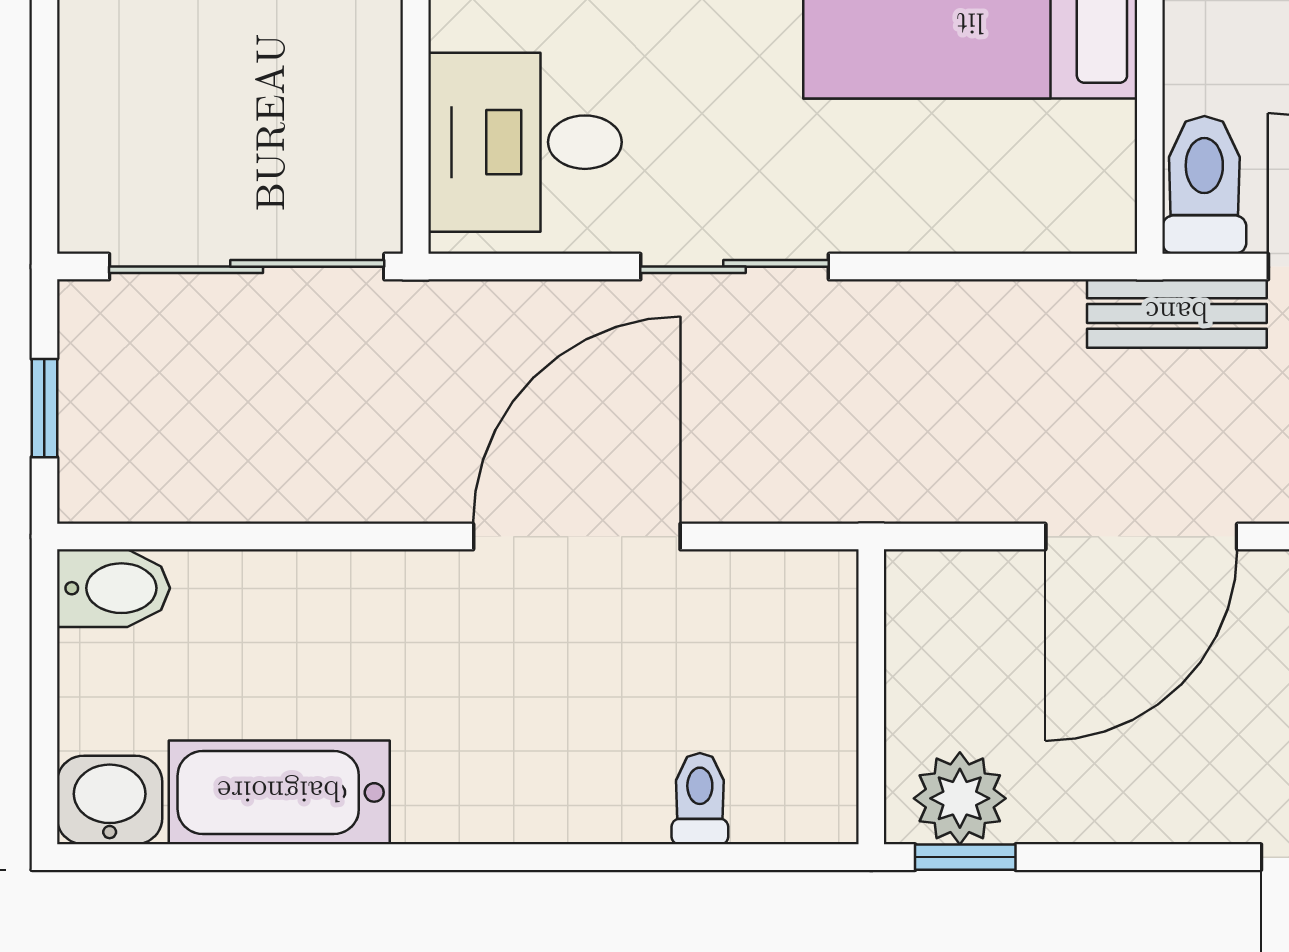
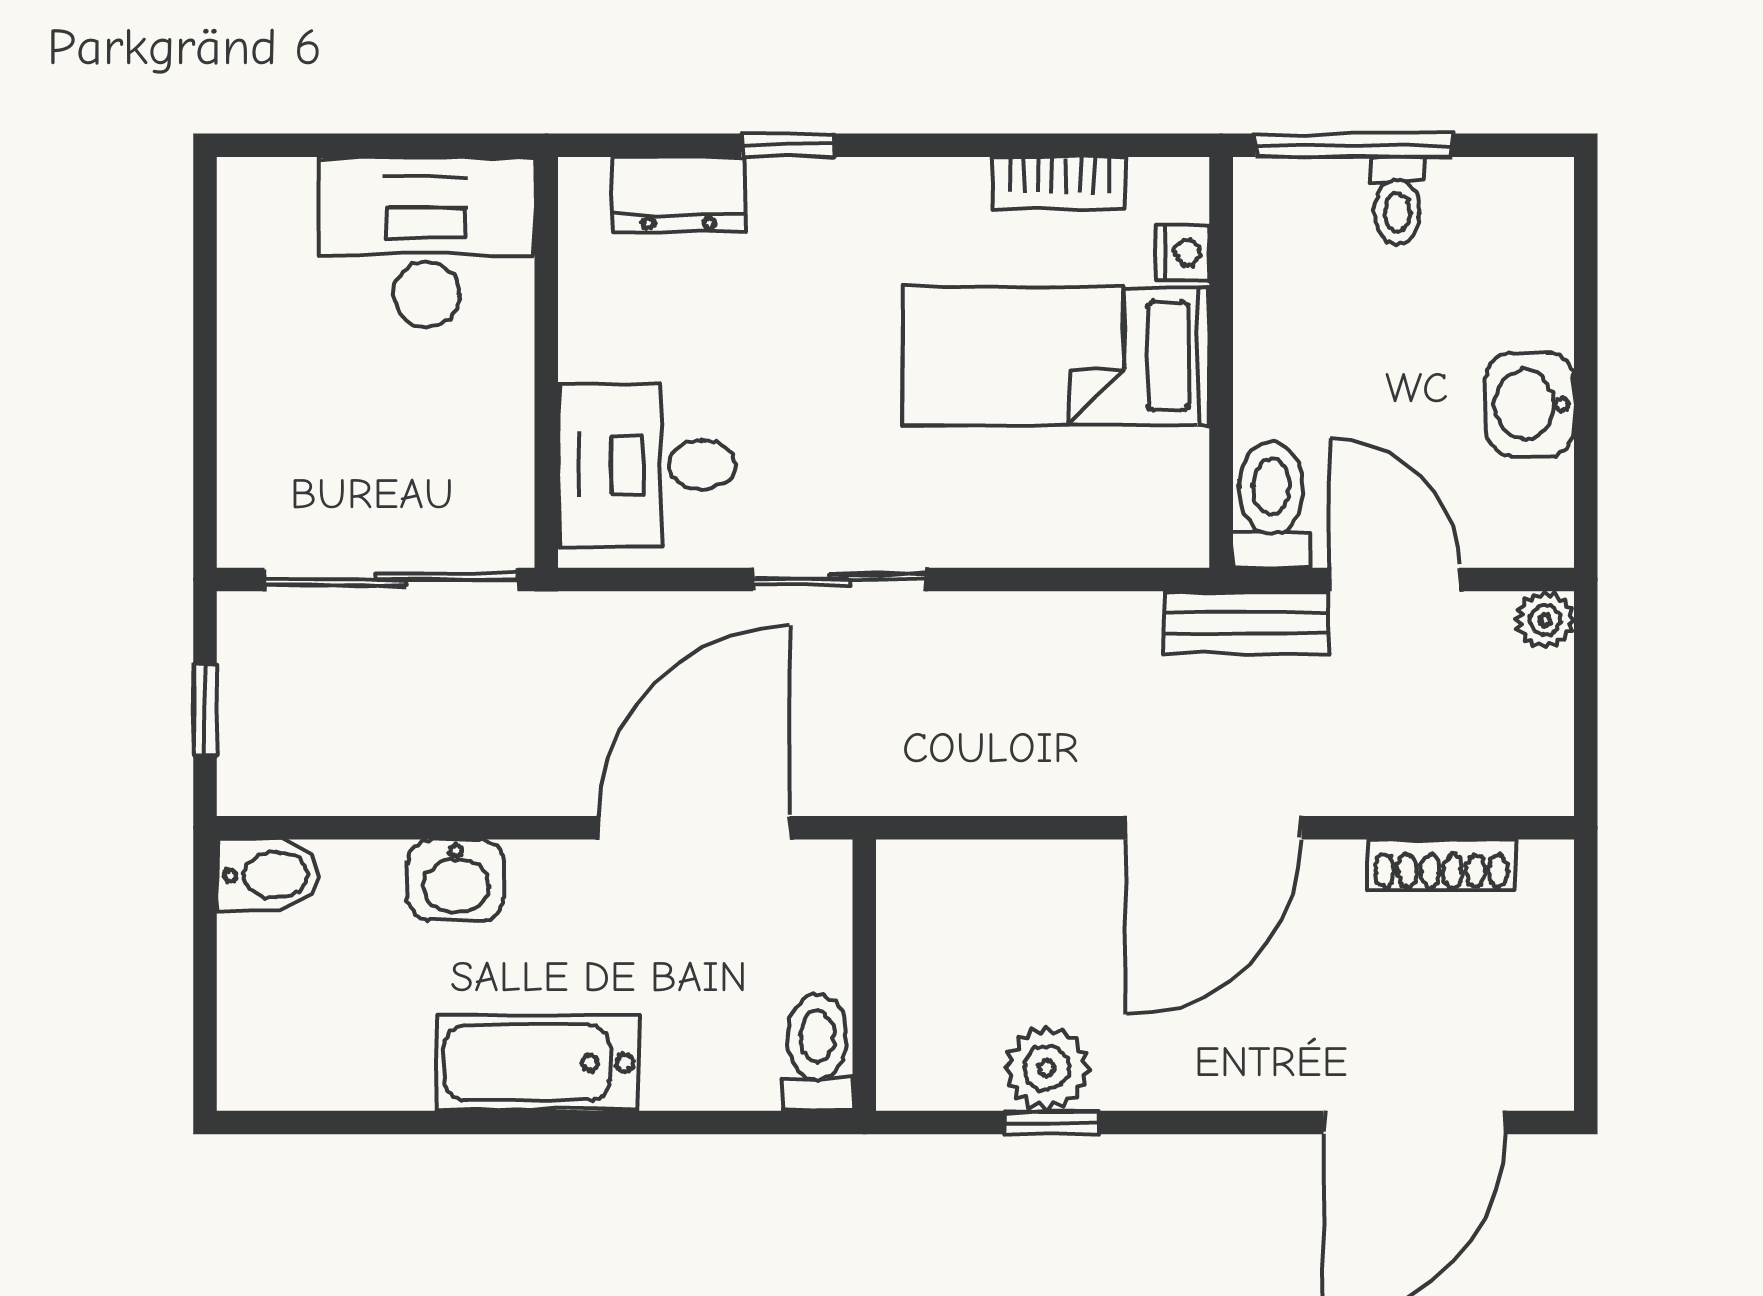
wall: (871, 697) -> (864, 975), moved
bathtub: (279, 792) -> (538, 1063), moved
toilet: (700, 799) -> (817, 1052), width x1.37, depth x1.39
washbasin: (110, 800) -> (456, 880), moved, turned 180

